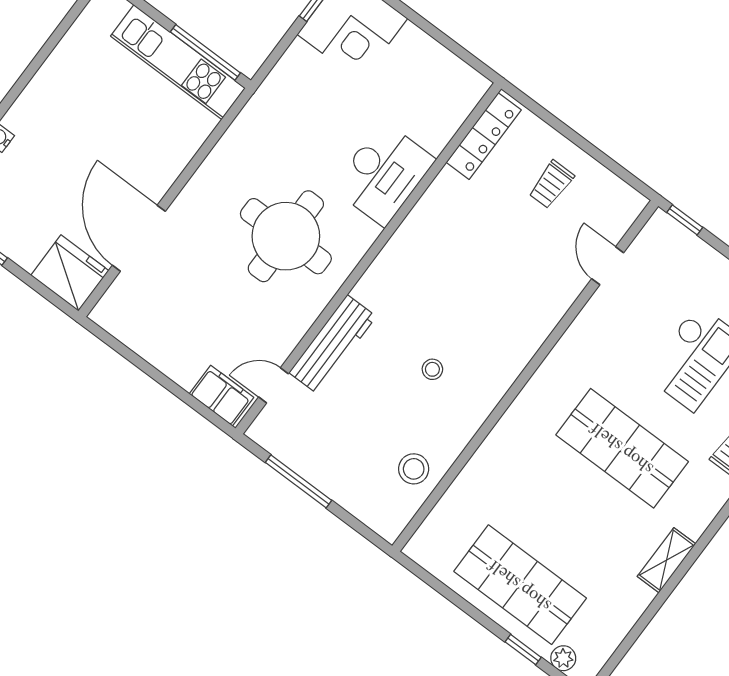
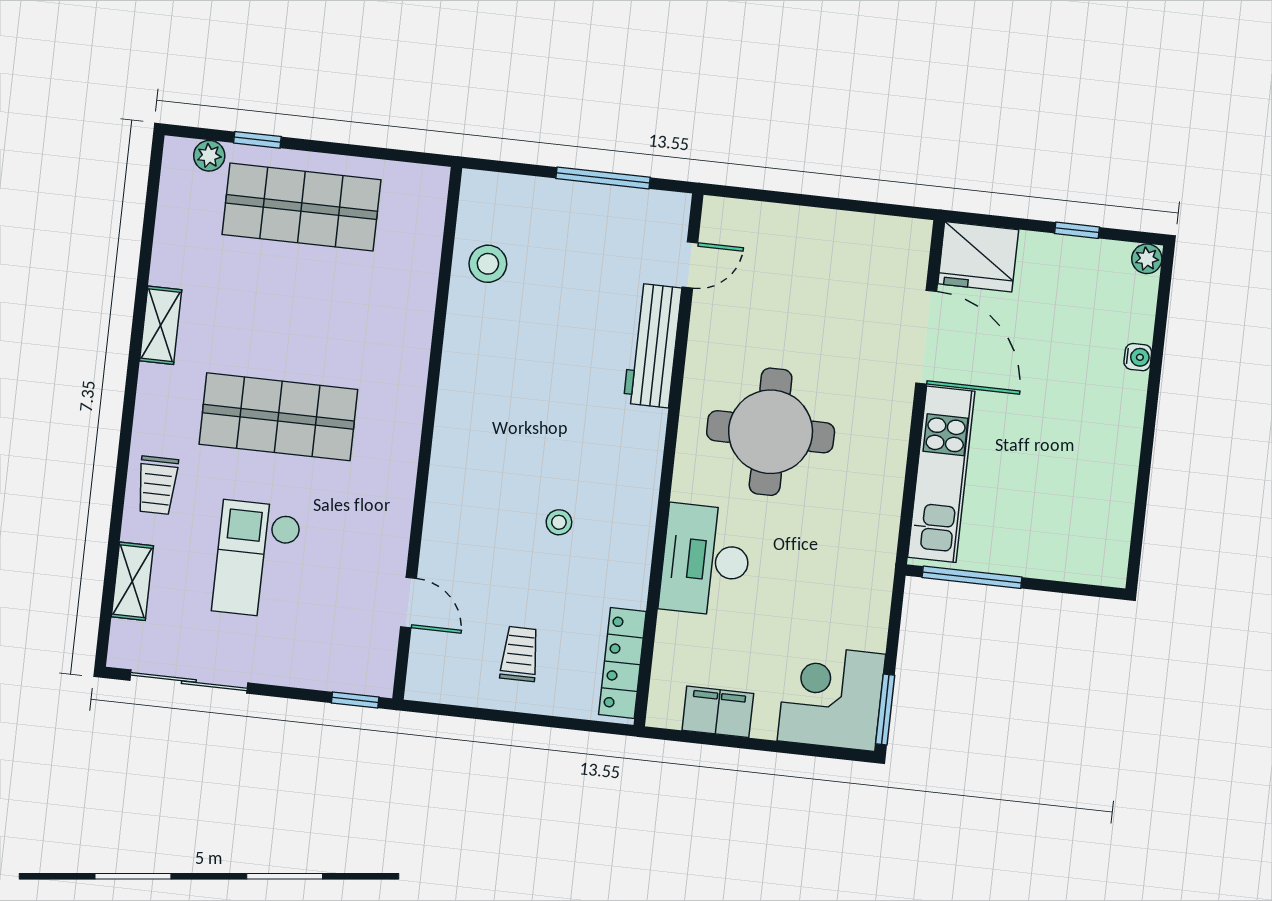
kitchen unit: (178, 62) -> (941, 474), moved, turned 90
stool: (432, 369) -> (559, 522), moved
filing cabinet: (222, 396) -> (718, 712), moved, turned 180

